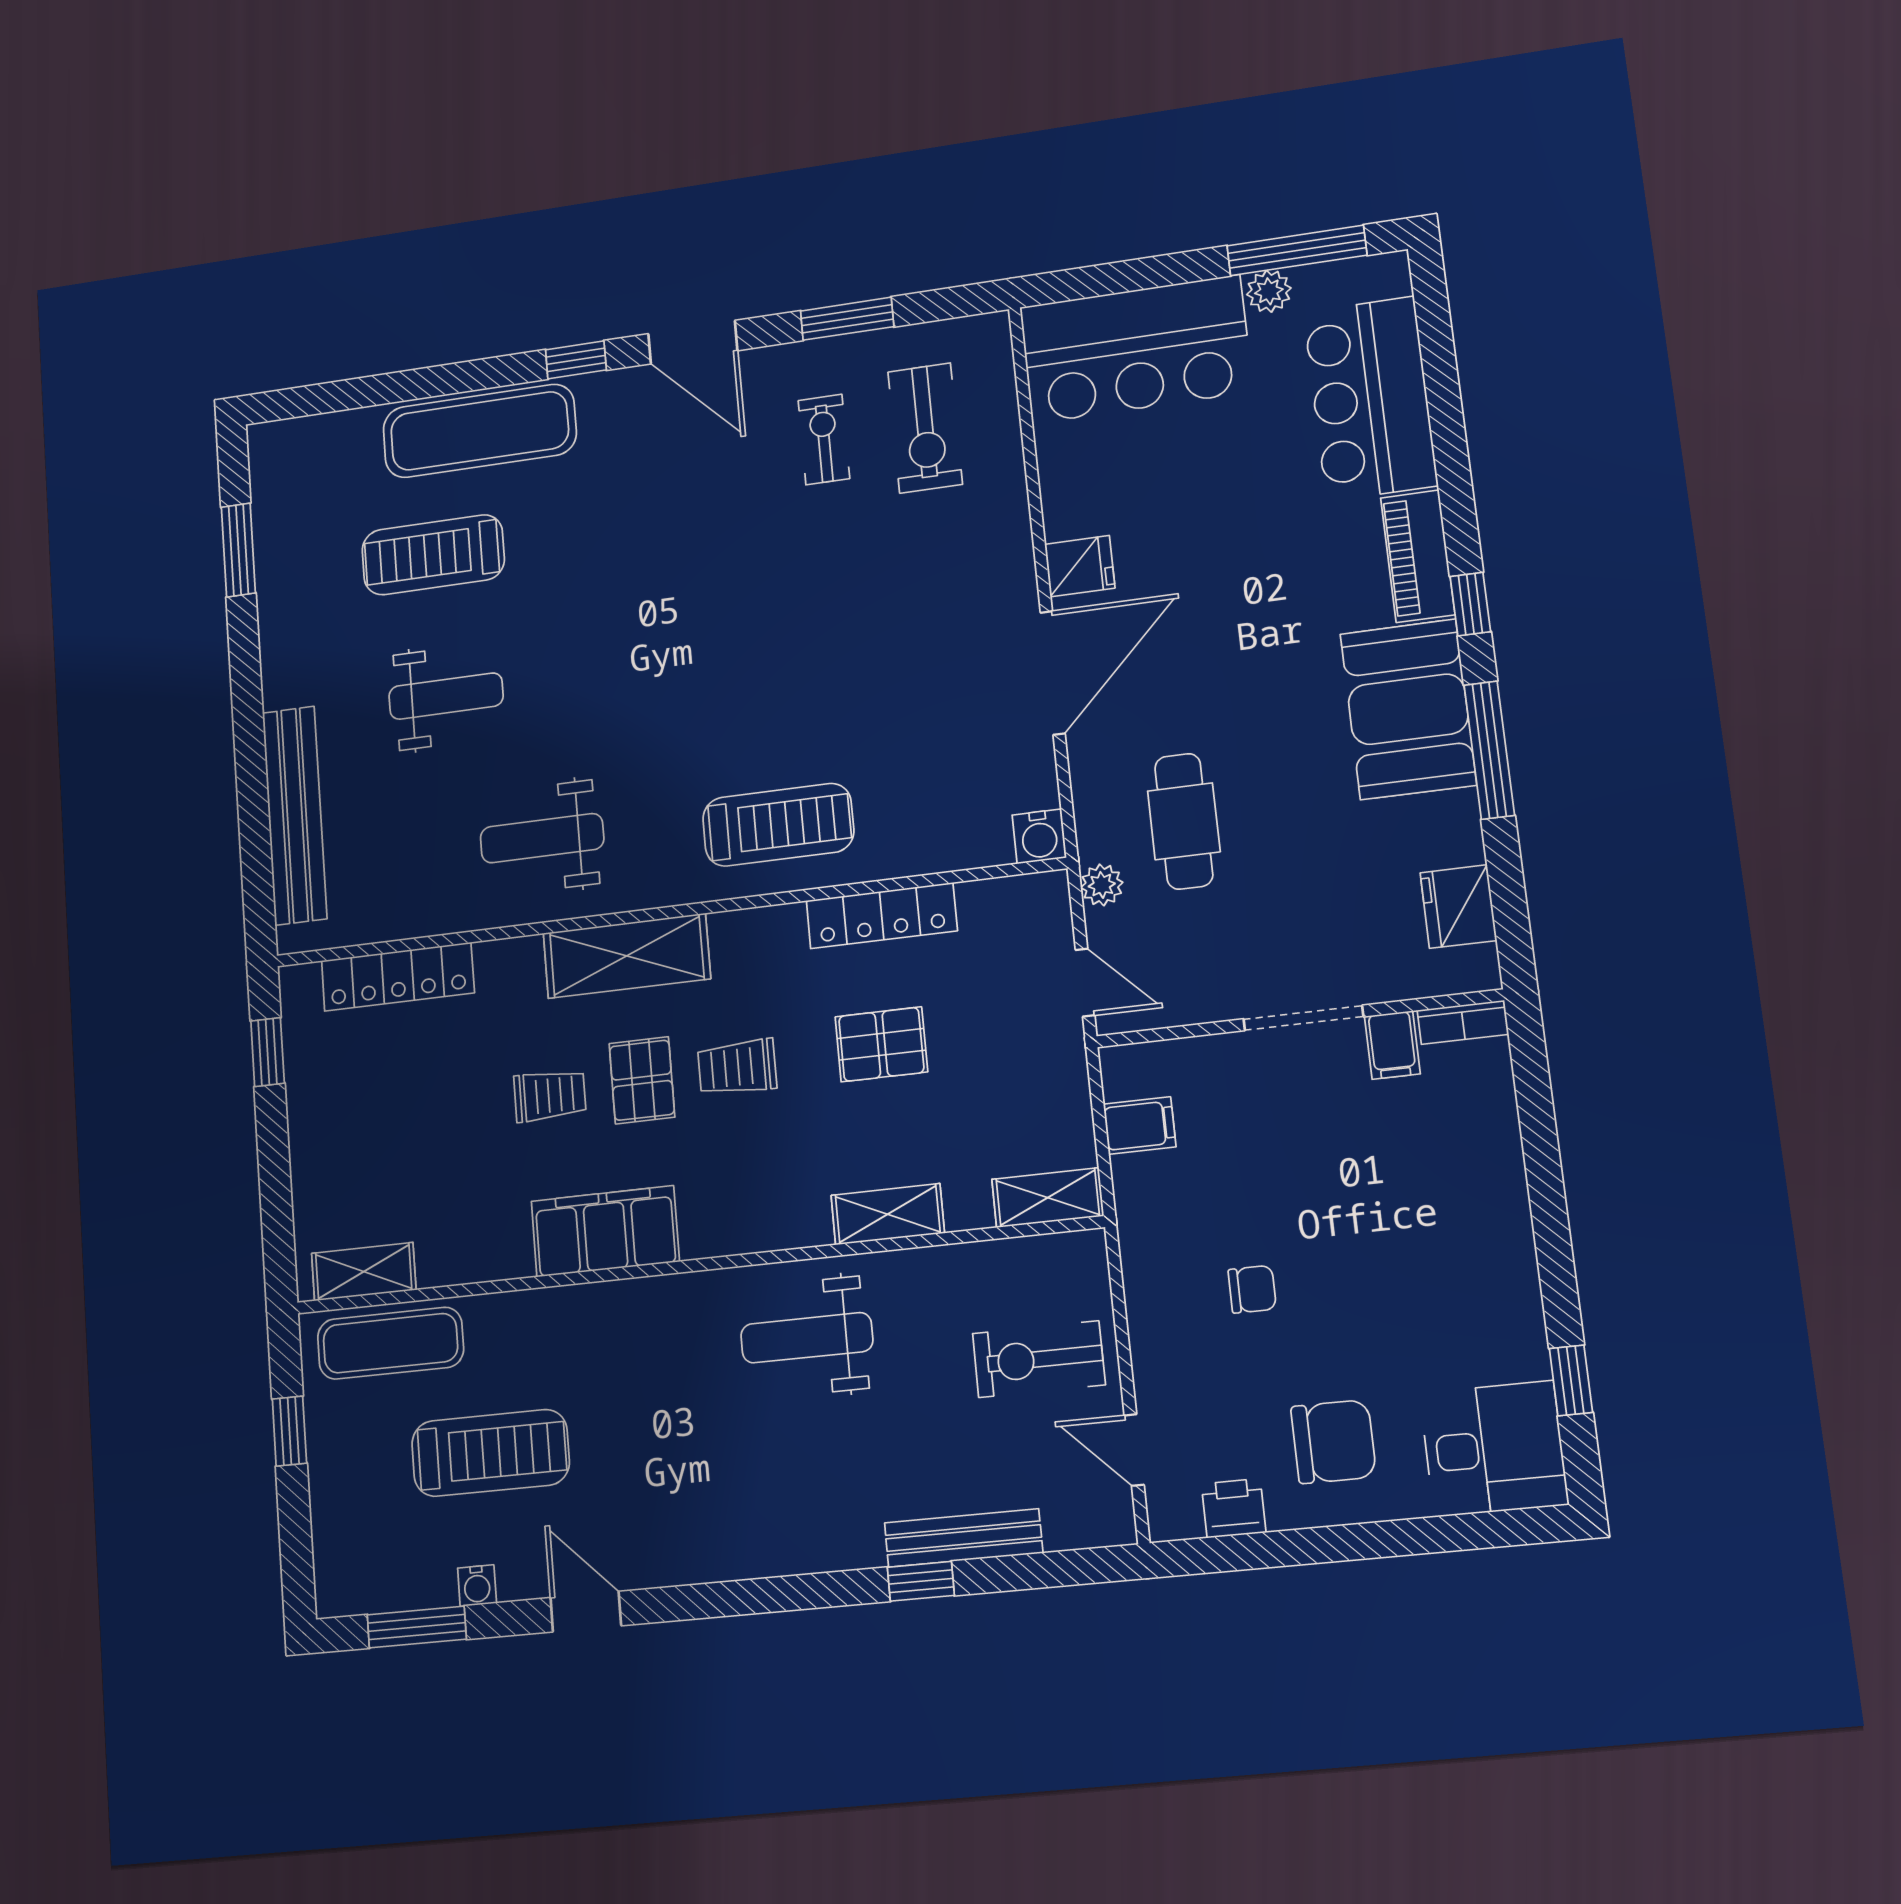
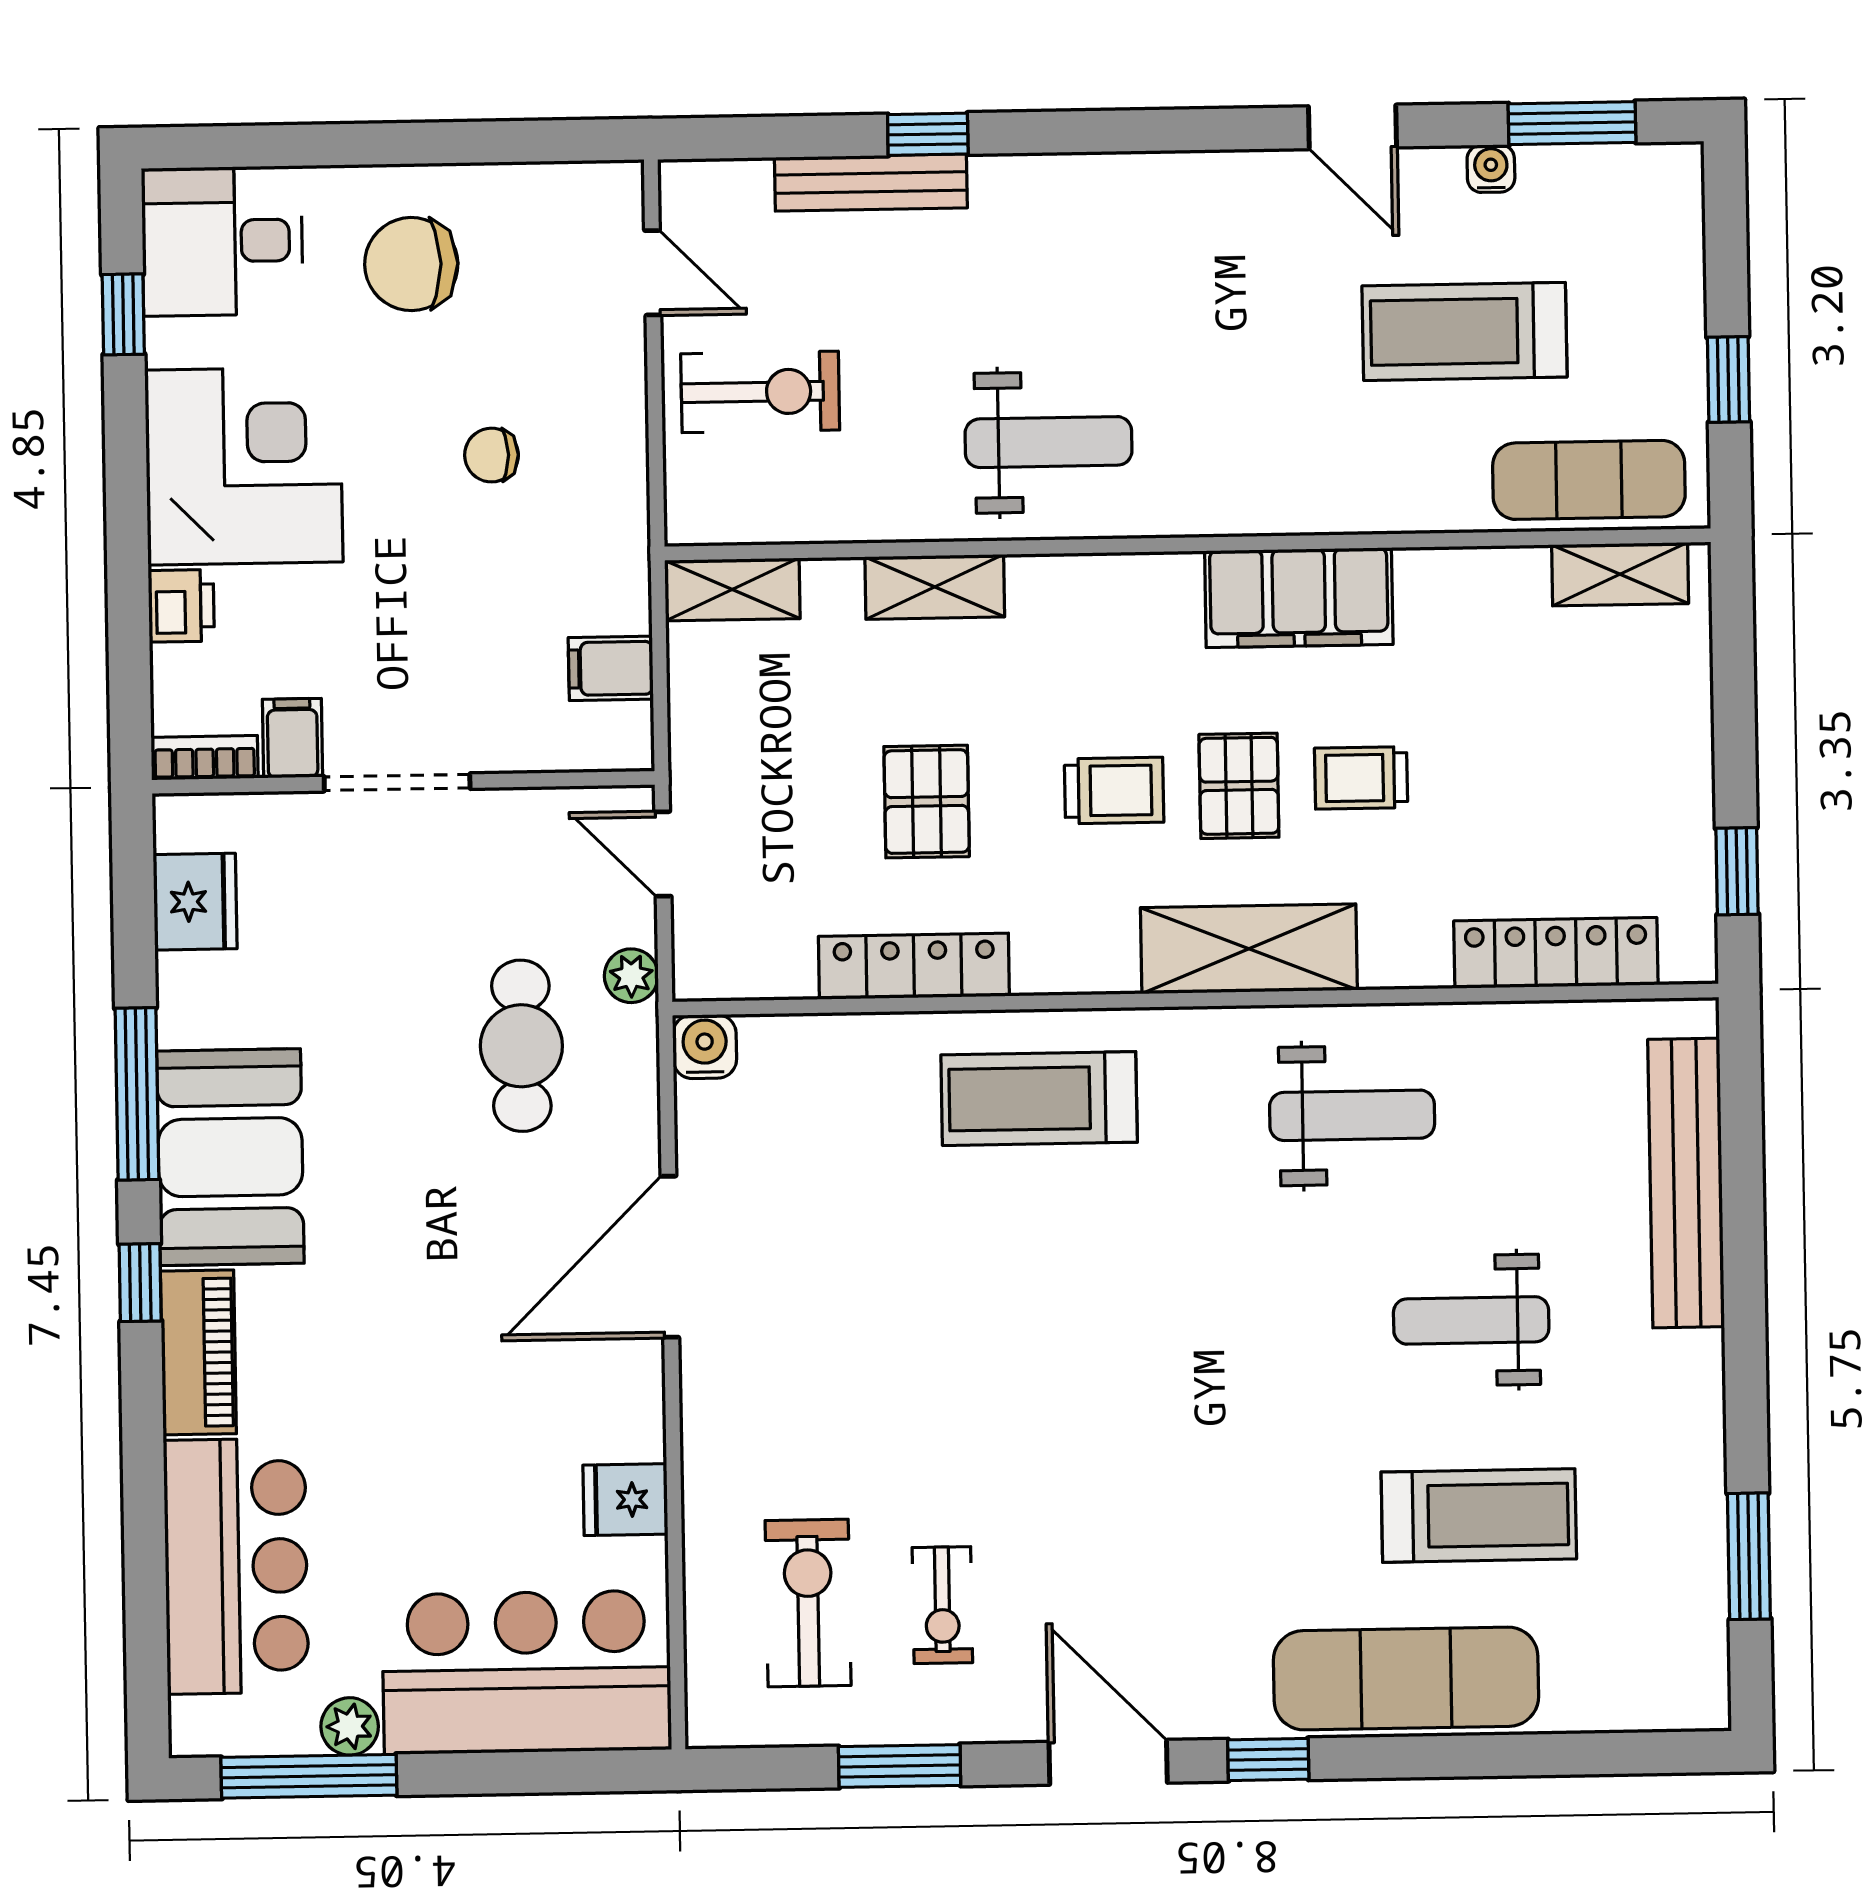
fridge: (1080, 566) -> (625, 1500), moved
pallet: (881, 1044) -> (927, 802), turned 90
corner desk: (1456, 1263) -> (244, 466), added
printer: (1234, 1508) -> (181, 606), moved, turned -90

